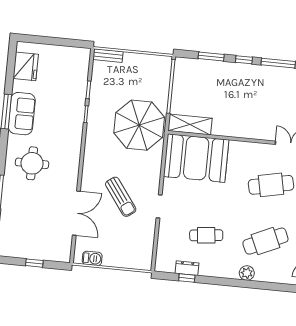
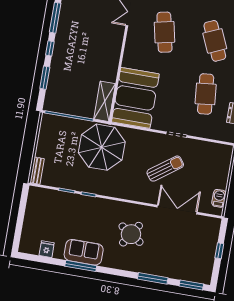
fridge: (26, 66) -> (47, 249), width x0.53, depth x0.75
round table: (32, 163) -> (131, 234), moved, turned 33
cafe table: (206, 235) -> (206, 94), width x1.37, depth x1.35

